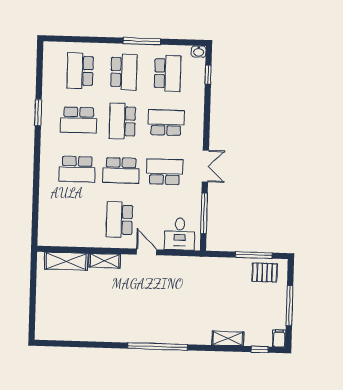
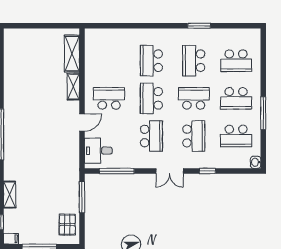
school desk: (80, 71) -> (236, 61), turned 180
window: (208, 75) -> (207, 171), moved
double door: (205, 166) -> (170, 171), moved
window: (254, 255) -> (82, 197), moved

